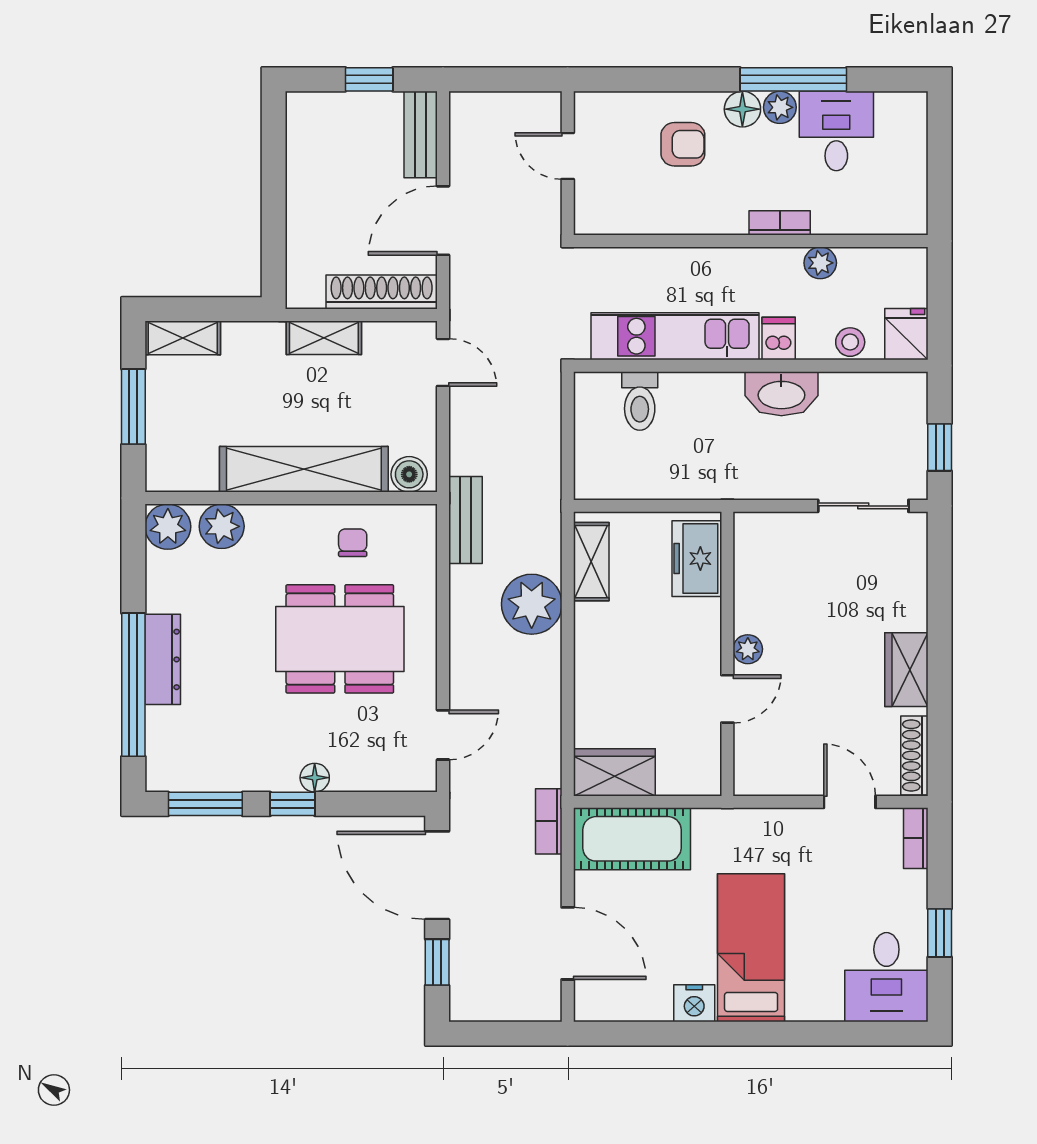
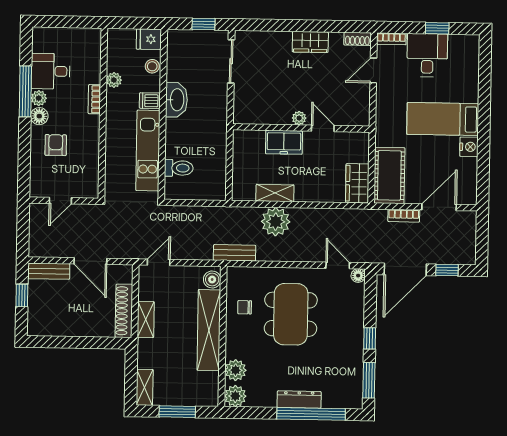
shoe rack: (382, 292) -> (124, 311), moved
freezer: (697, 559) -> (284, 142), moved
shelving: (591, 562) -> (275, 193), moved
shoe rack: (914, 756) -> (357, 39), width x0.70
floor lamp: (315, 778) -> (358, 276), moved
bookcase: (549, 821) -> (404, 216), moved
desk: (886, 977) -> (427, 55), moved, turned -90

